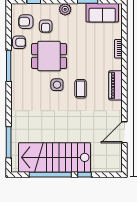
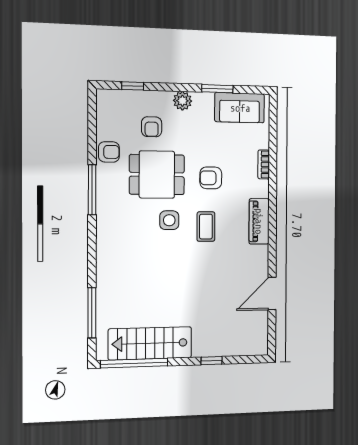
armchair: (26, 22) -> (211, 178), moved
stairs: (55, 157) -> (150, 343), width x0.73, depth x0.66
window: (50, 175) -> (134, 363), moved

